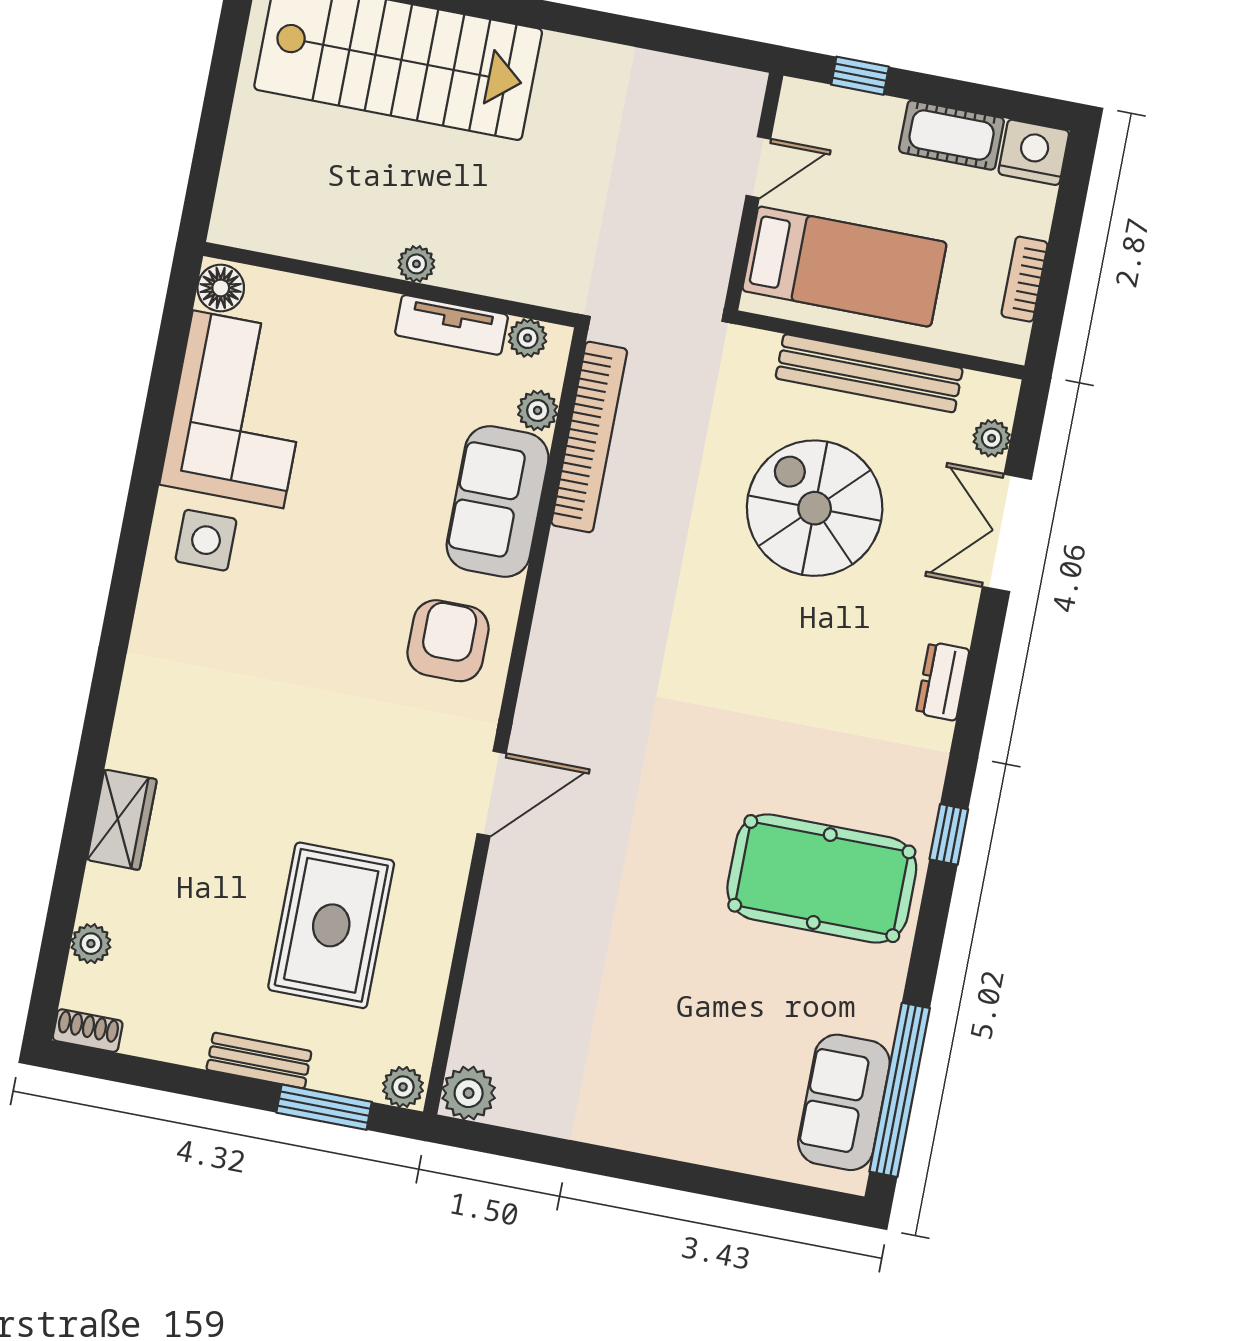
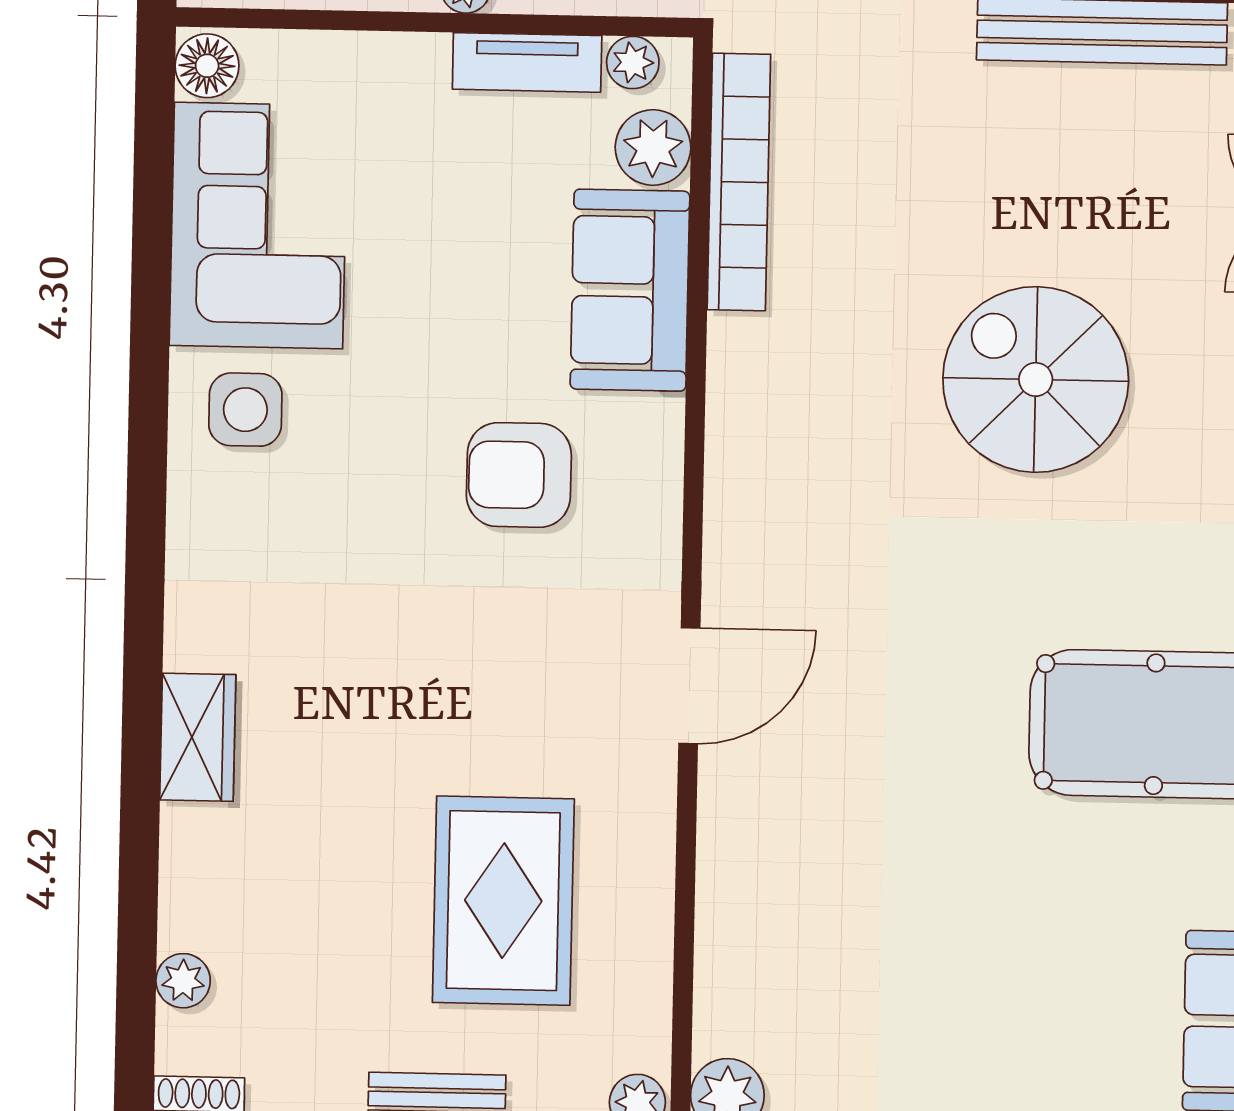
plant: (538, 410) -> (653, 147), width x1.38, depth x1.38
spiral stairs: (815, 508) -> (1036, 379), moved
armchair: (448, 641) -> (519, 475), moved, turned -90
wardrobe: (122, 820) -> (198, 737), moved

